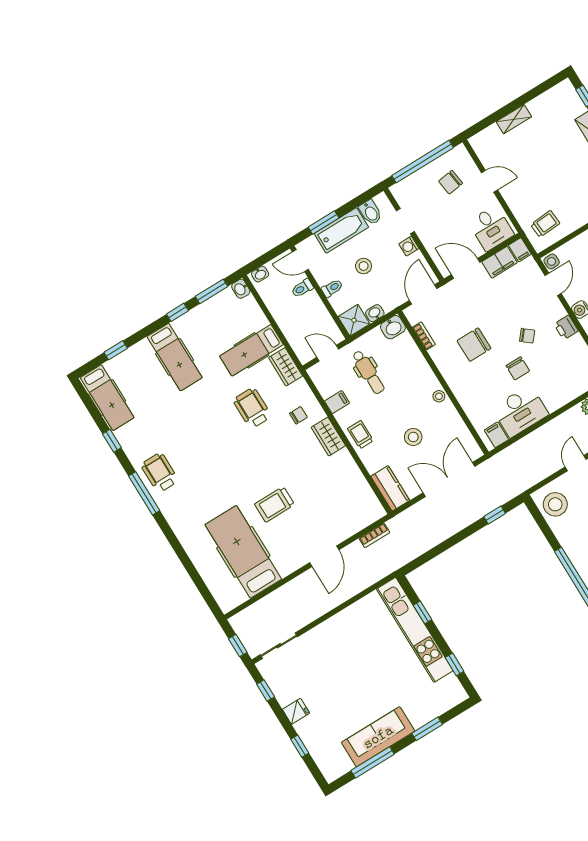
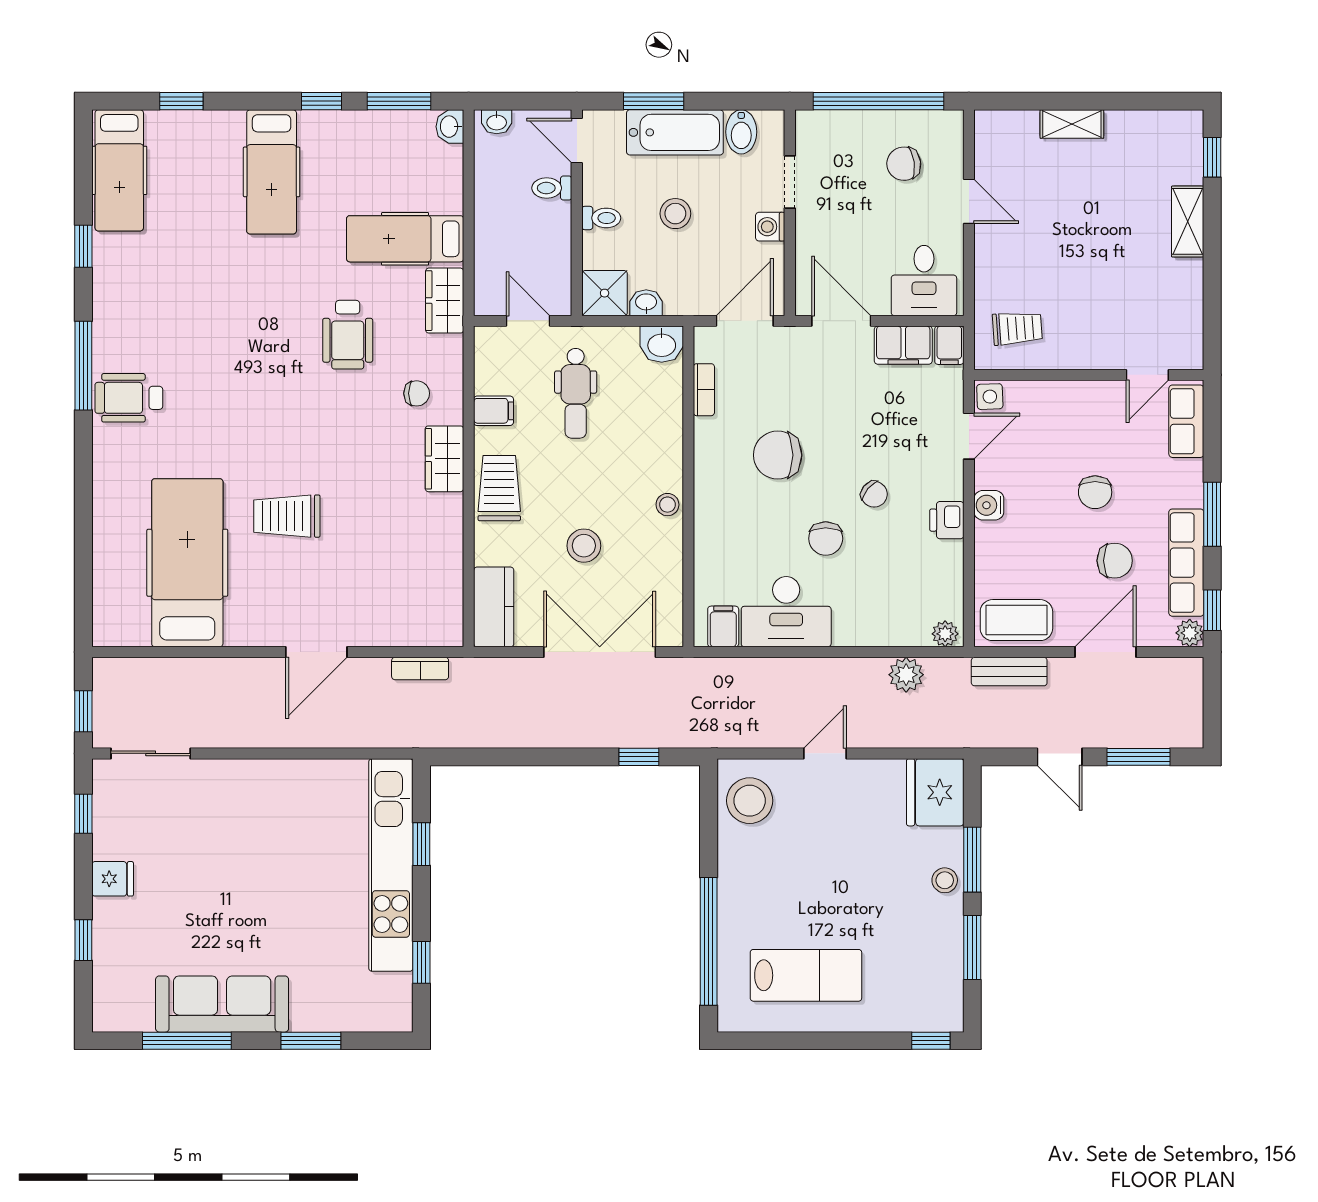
wheelchair: (252, 408) -> (348, 335), turned 180
trolley: (360, 435) -> (499, 488), width x1.36, depth x1.39
wheelchair: (160, 473) -> (129, 398), moved, turned -90

